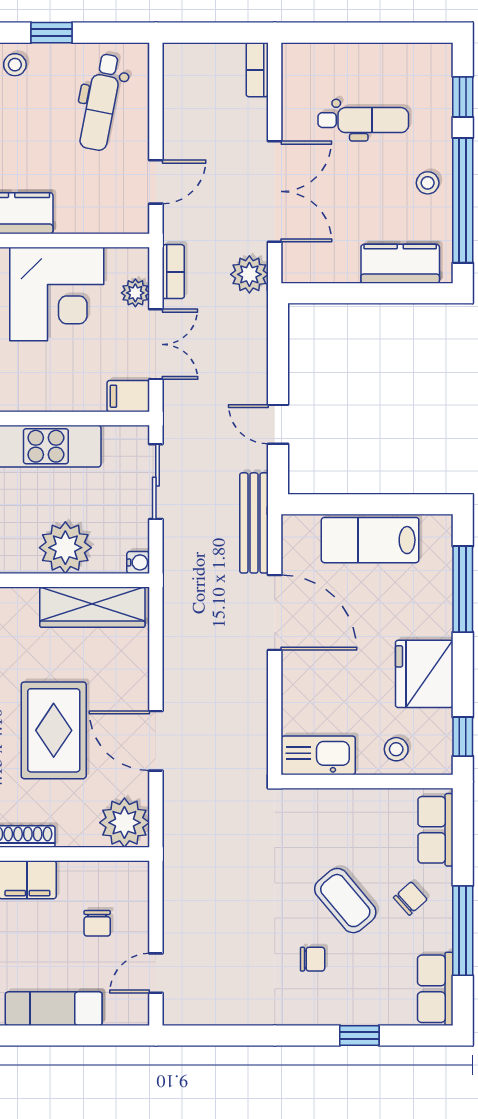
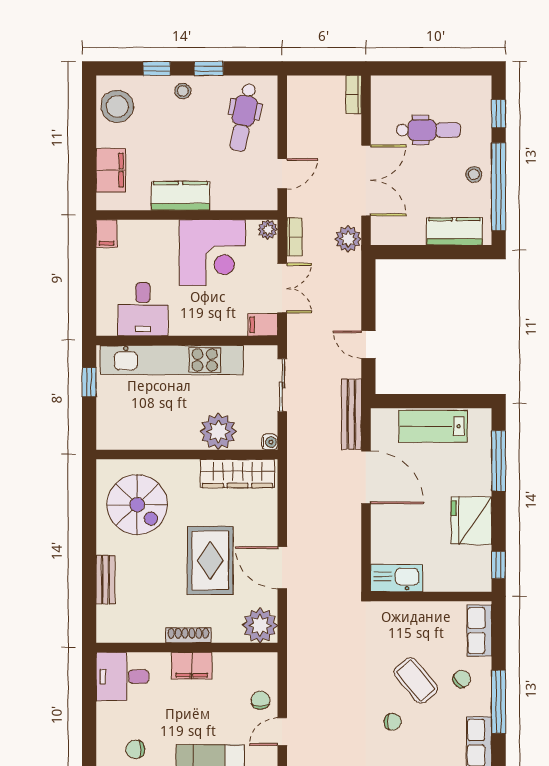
plant: (135, 293) -> (268, 229), moved
stool: (396, 749) -> (452, 574), removed
chair: (97, 923) -> (261, 700), moved, turned 180

